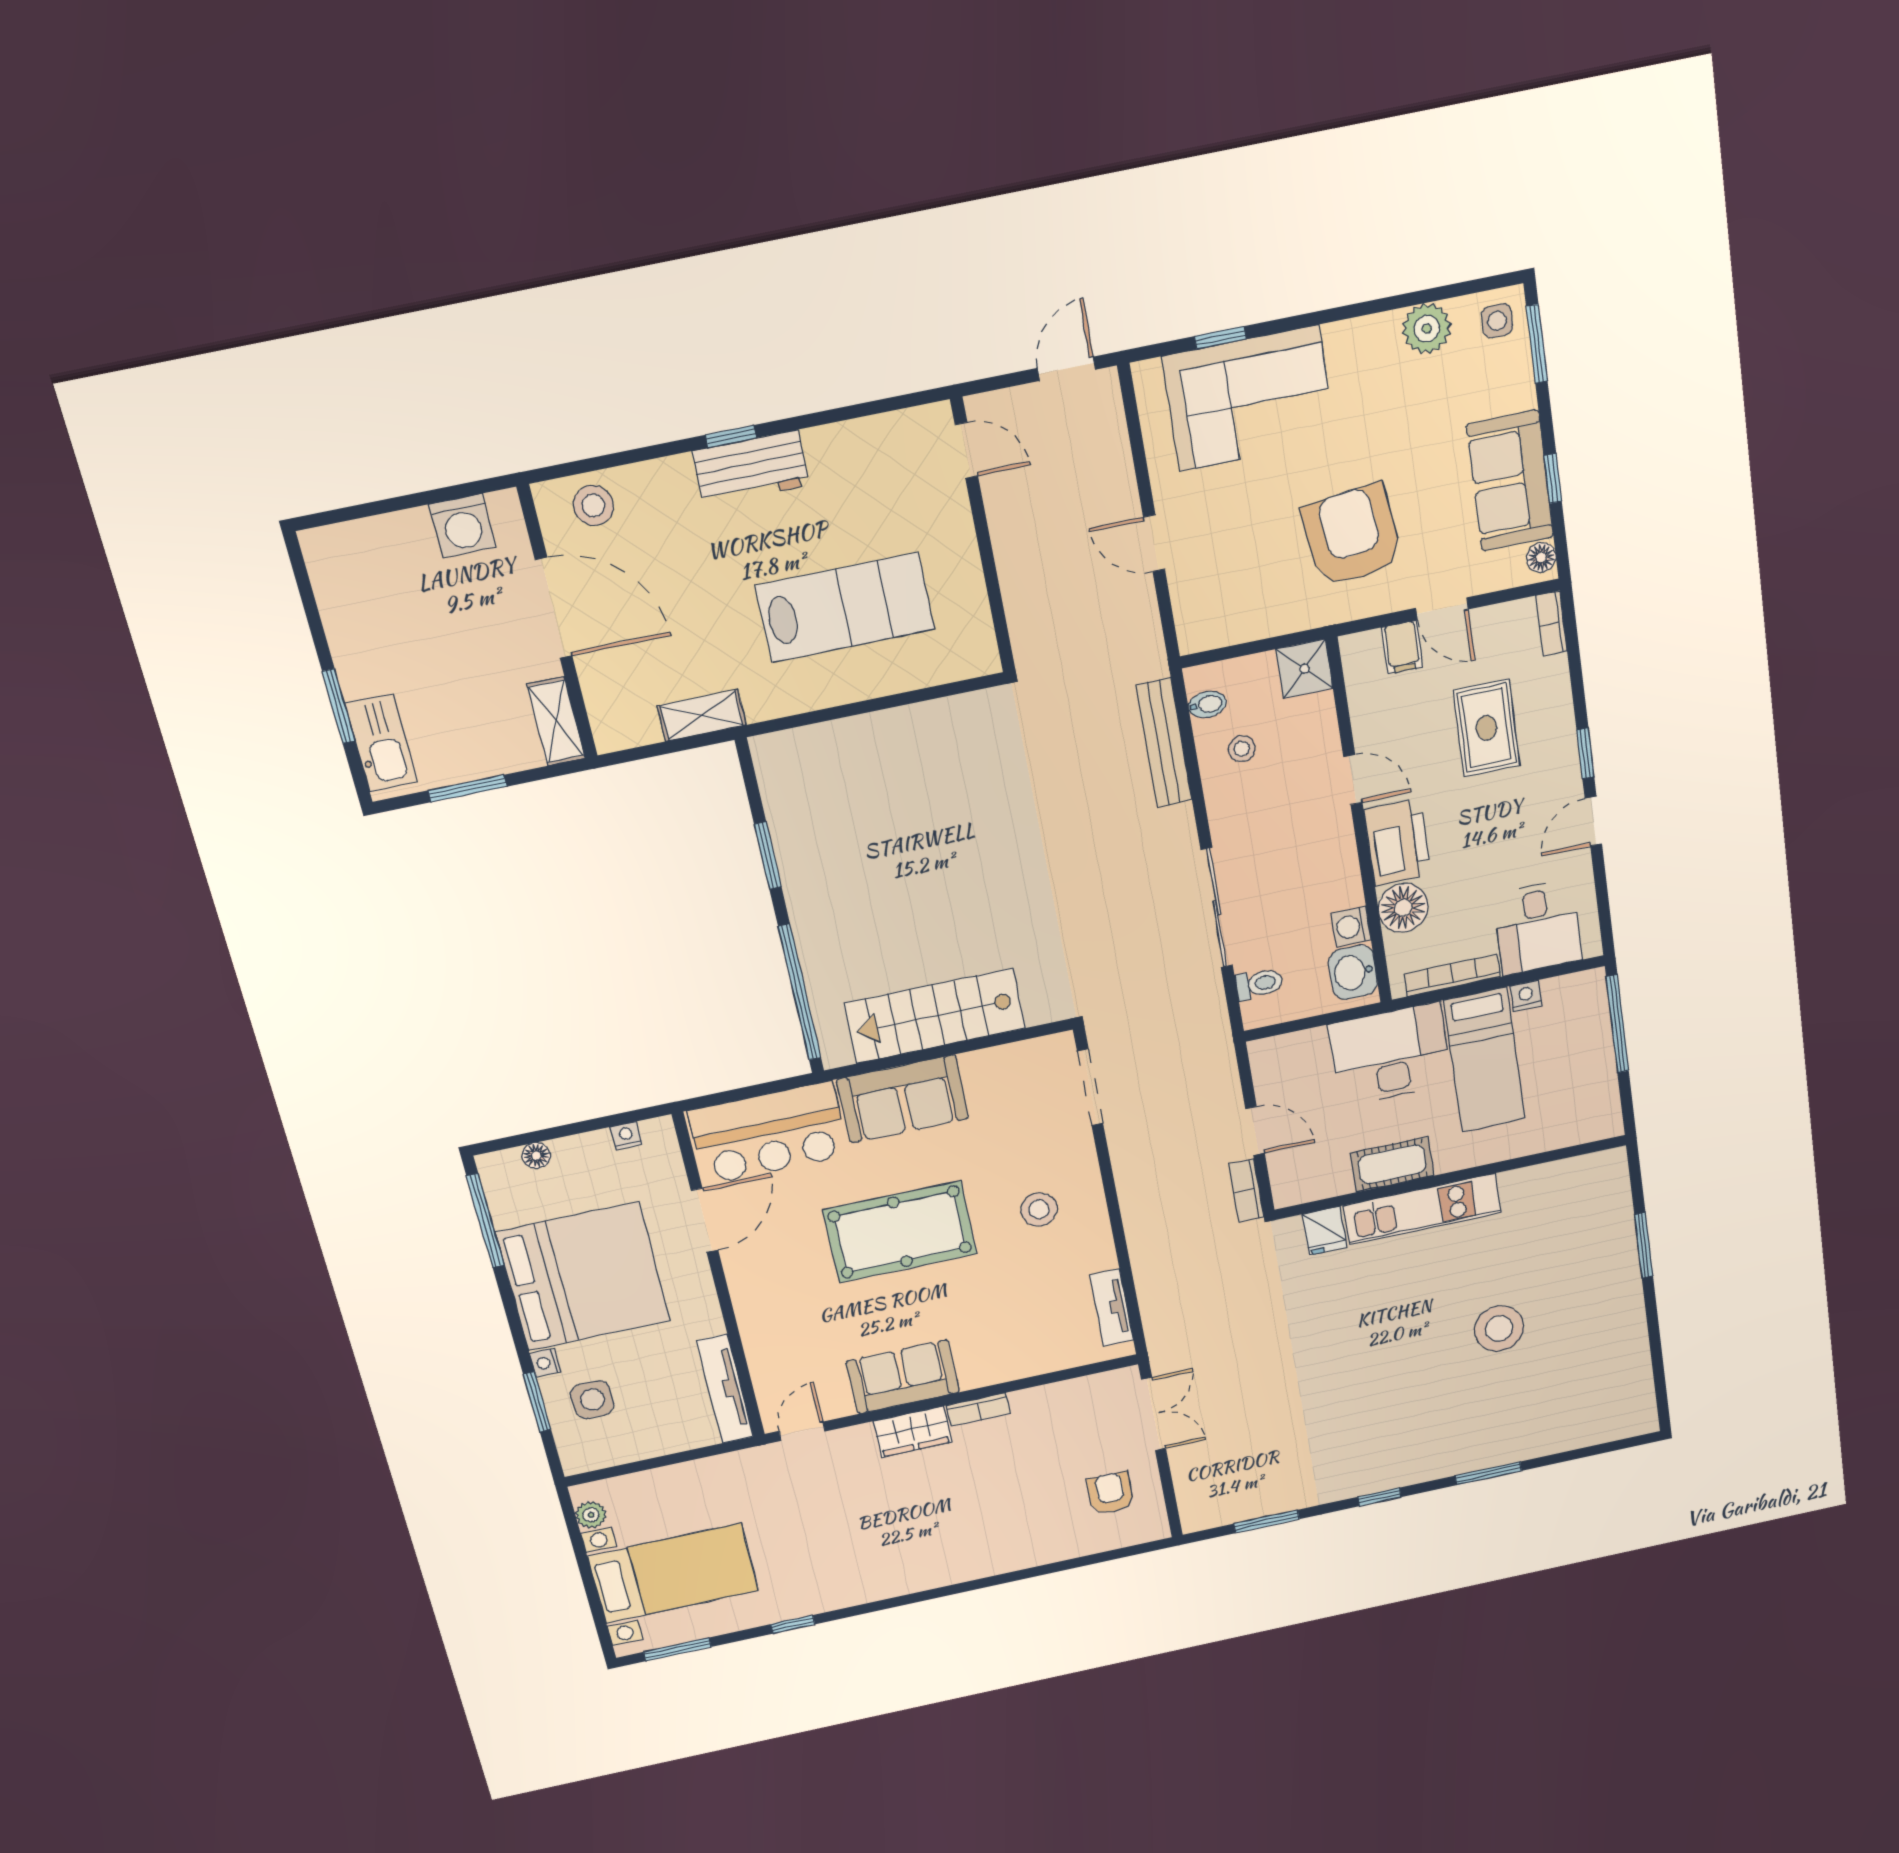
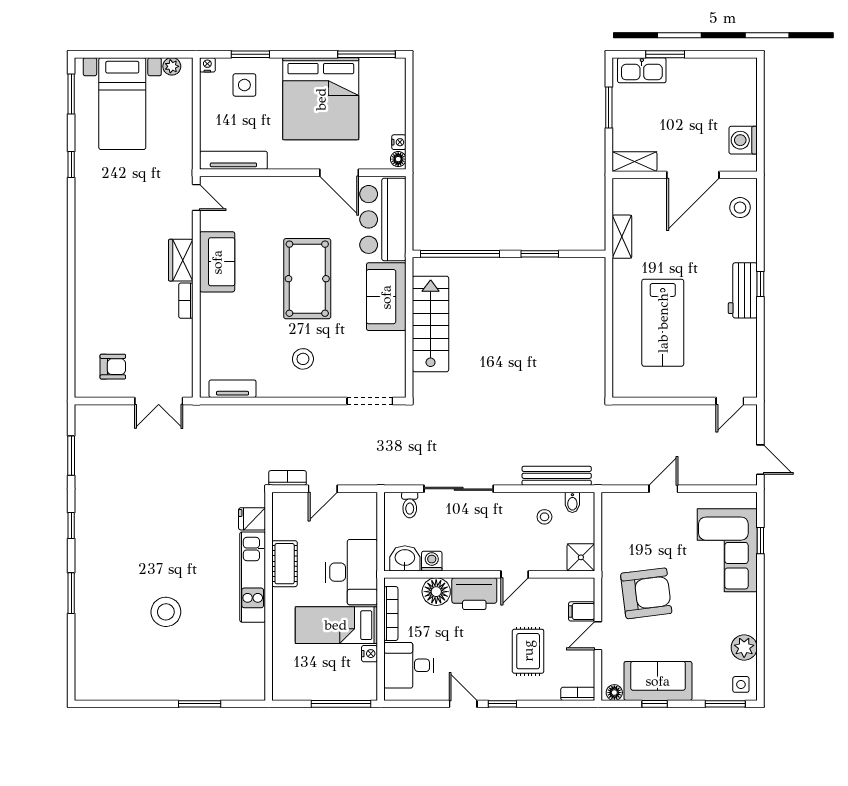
rug: (1486, 728) -> (528, 651), turned 90
floor lamp: (536, 1156) -> (398, 159), moved
nightstand: (545, 1363) -> (207, 65), moved

